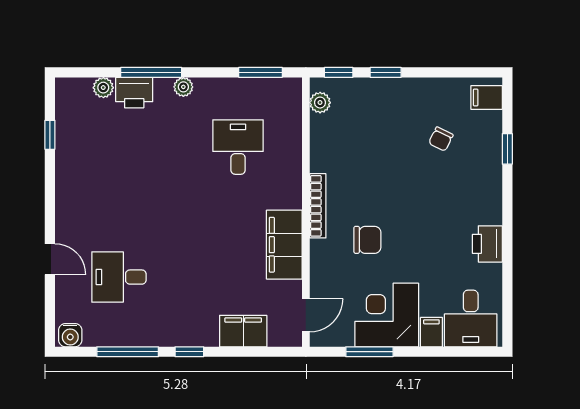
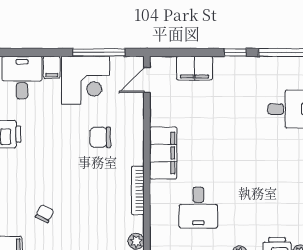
bookcase: (318, 206) -> (138, 190), moved
filing cabinet: (284, 245) -> (163, 153), moved
window: (369, 352) -> (99, 52), width x1.44

